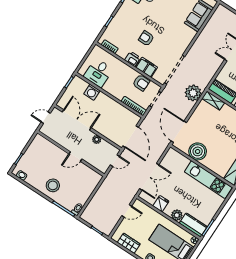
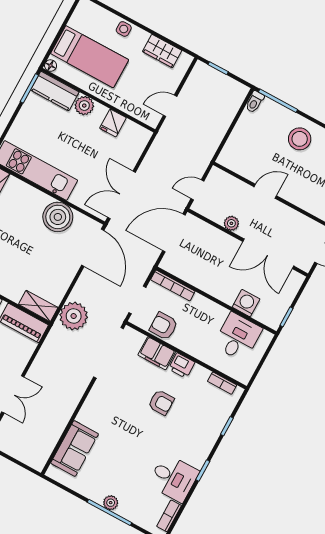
door: (131, 137) -> (174, 233), hinge flipped
double door: (149, 177) -> (122, 195), moved

